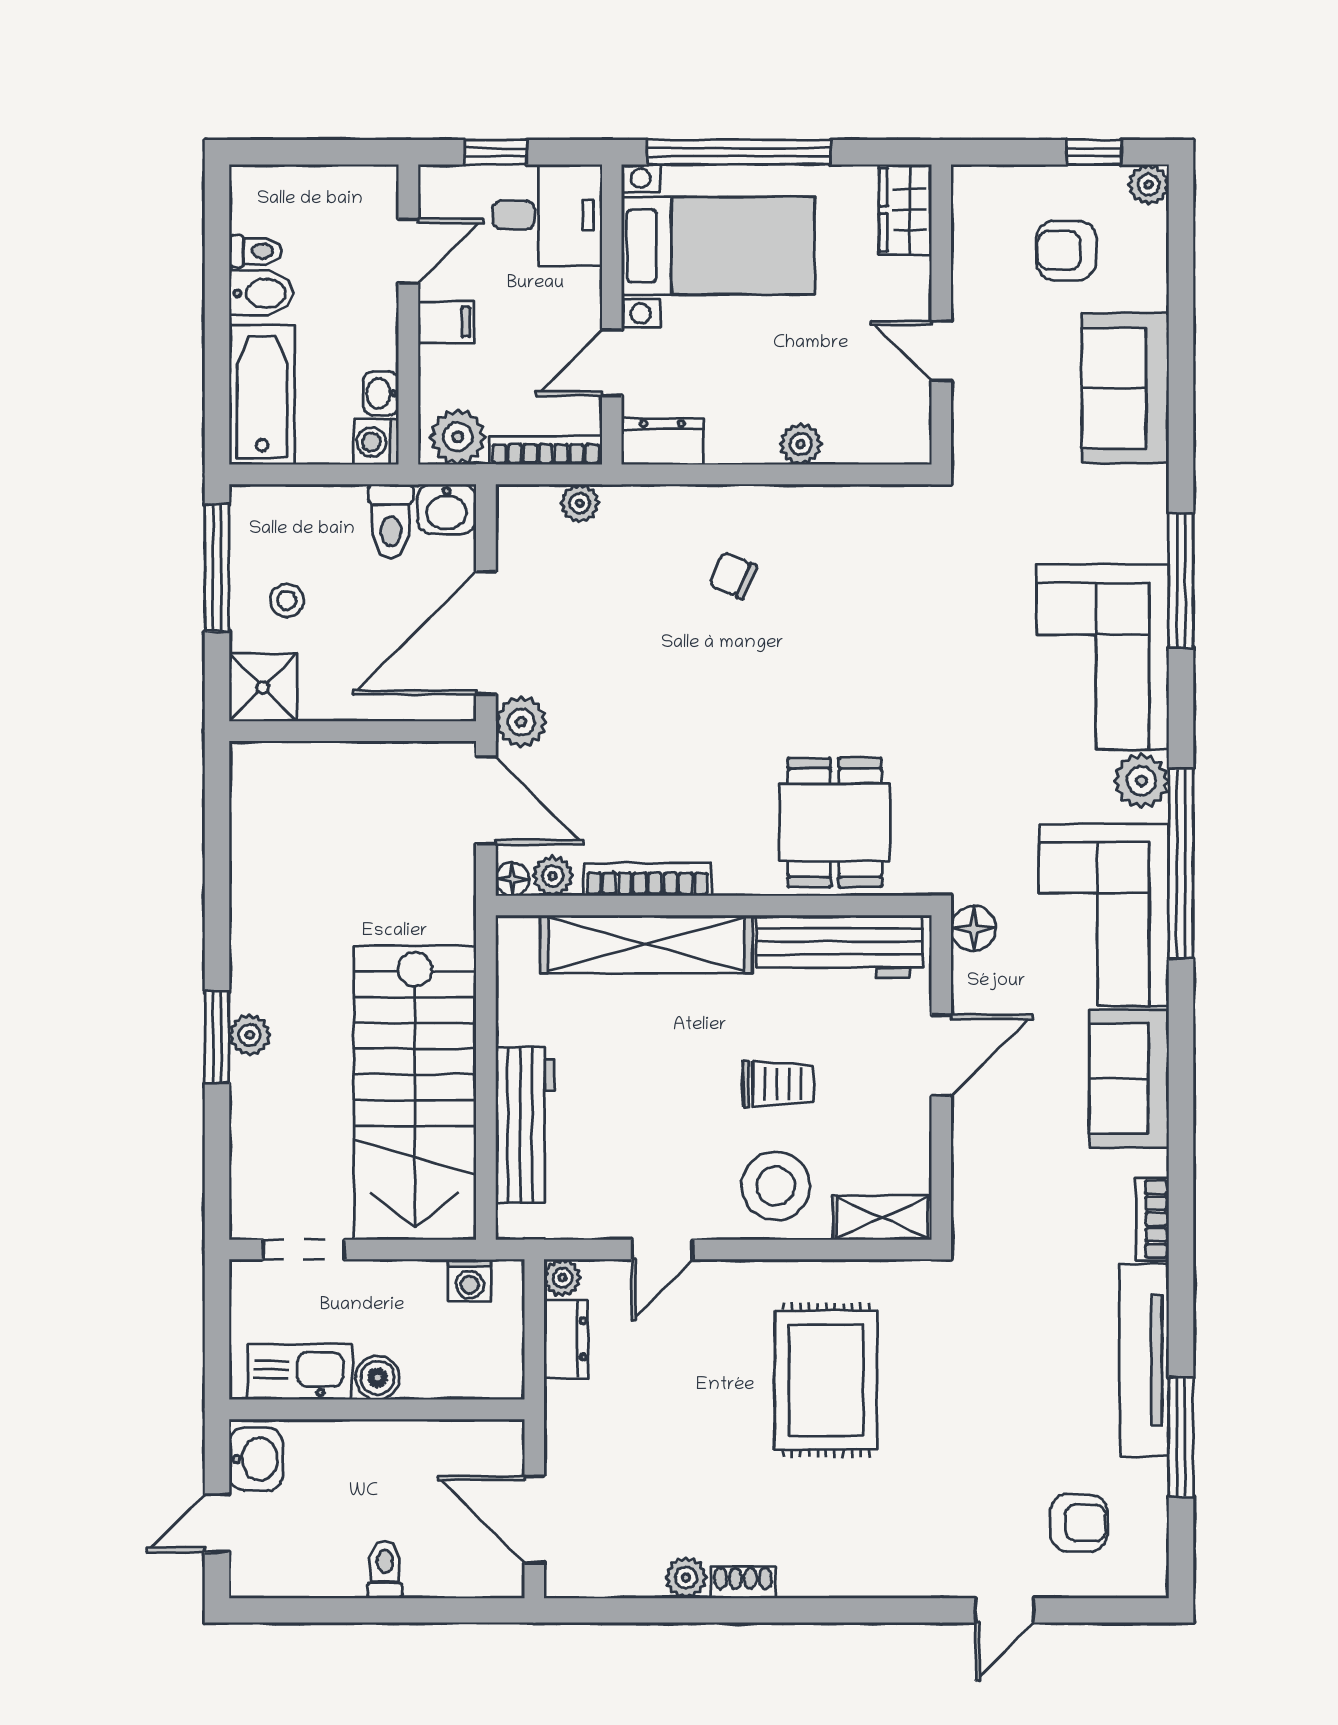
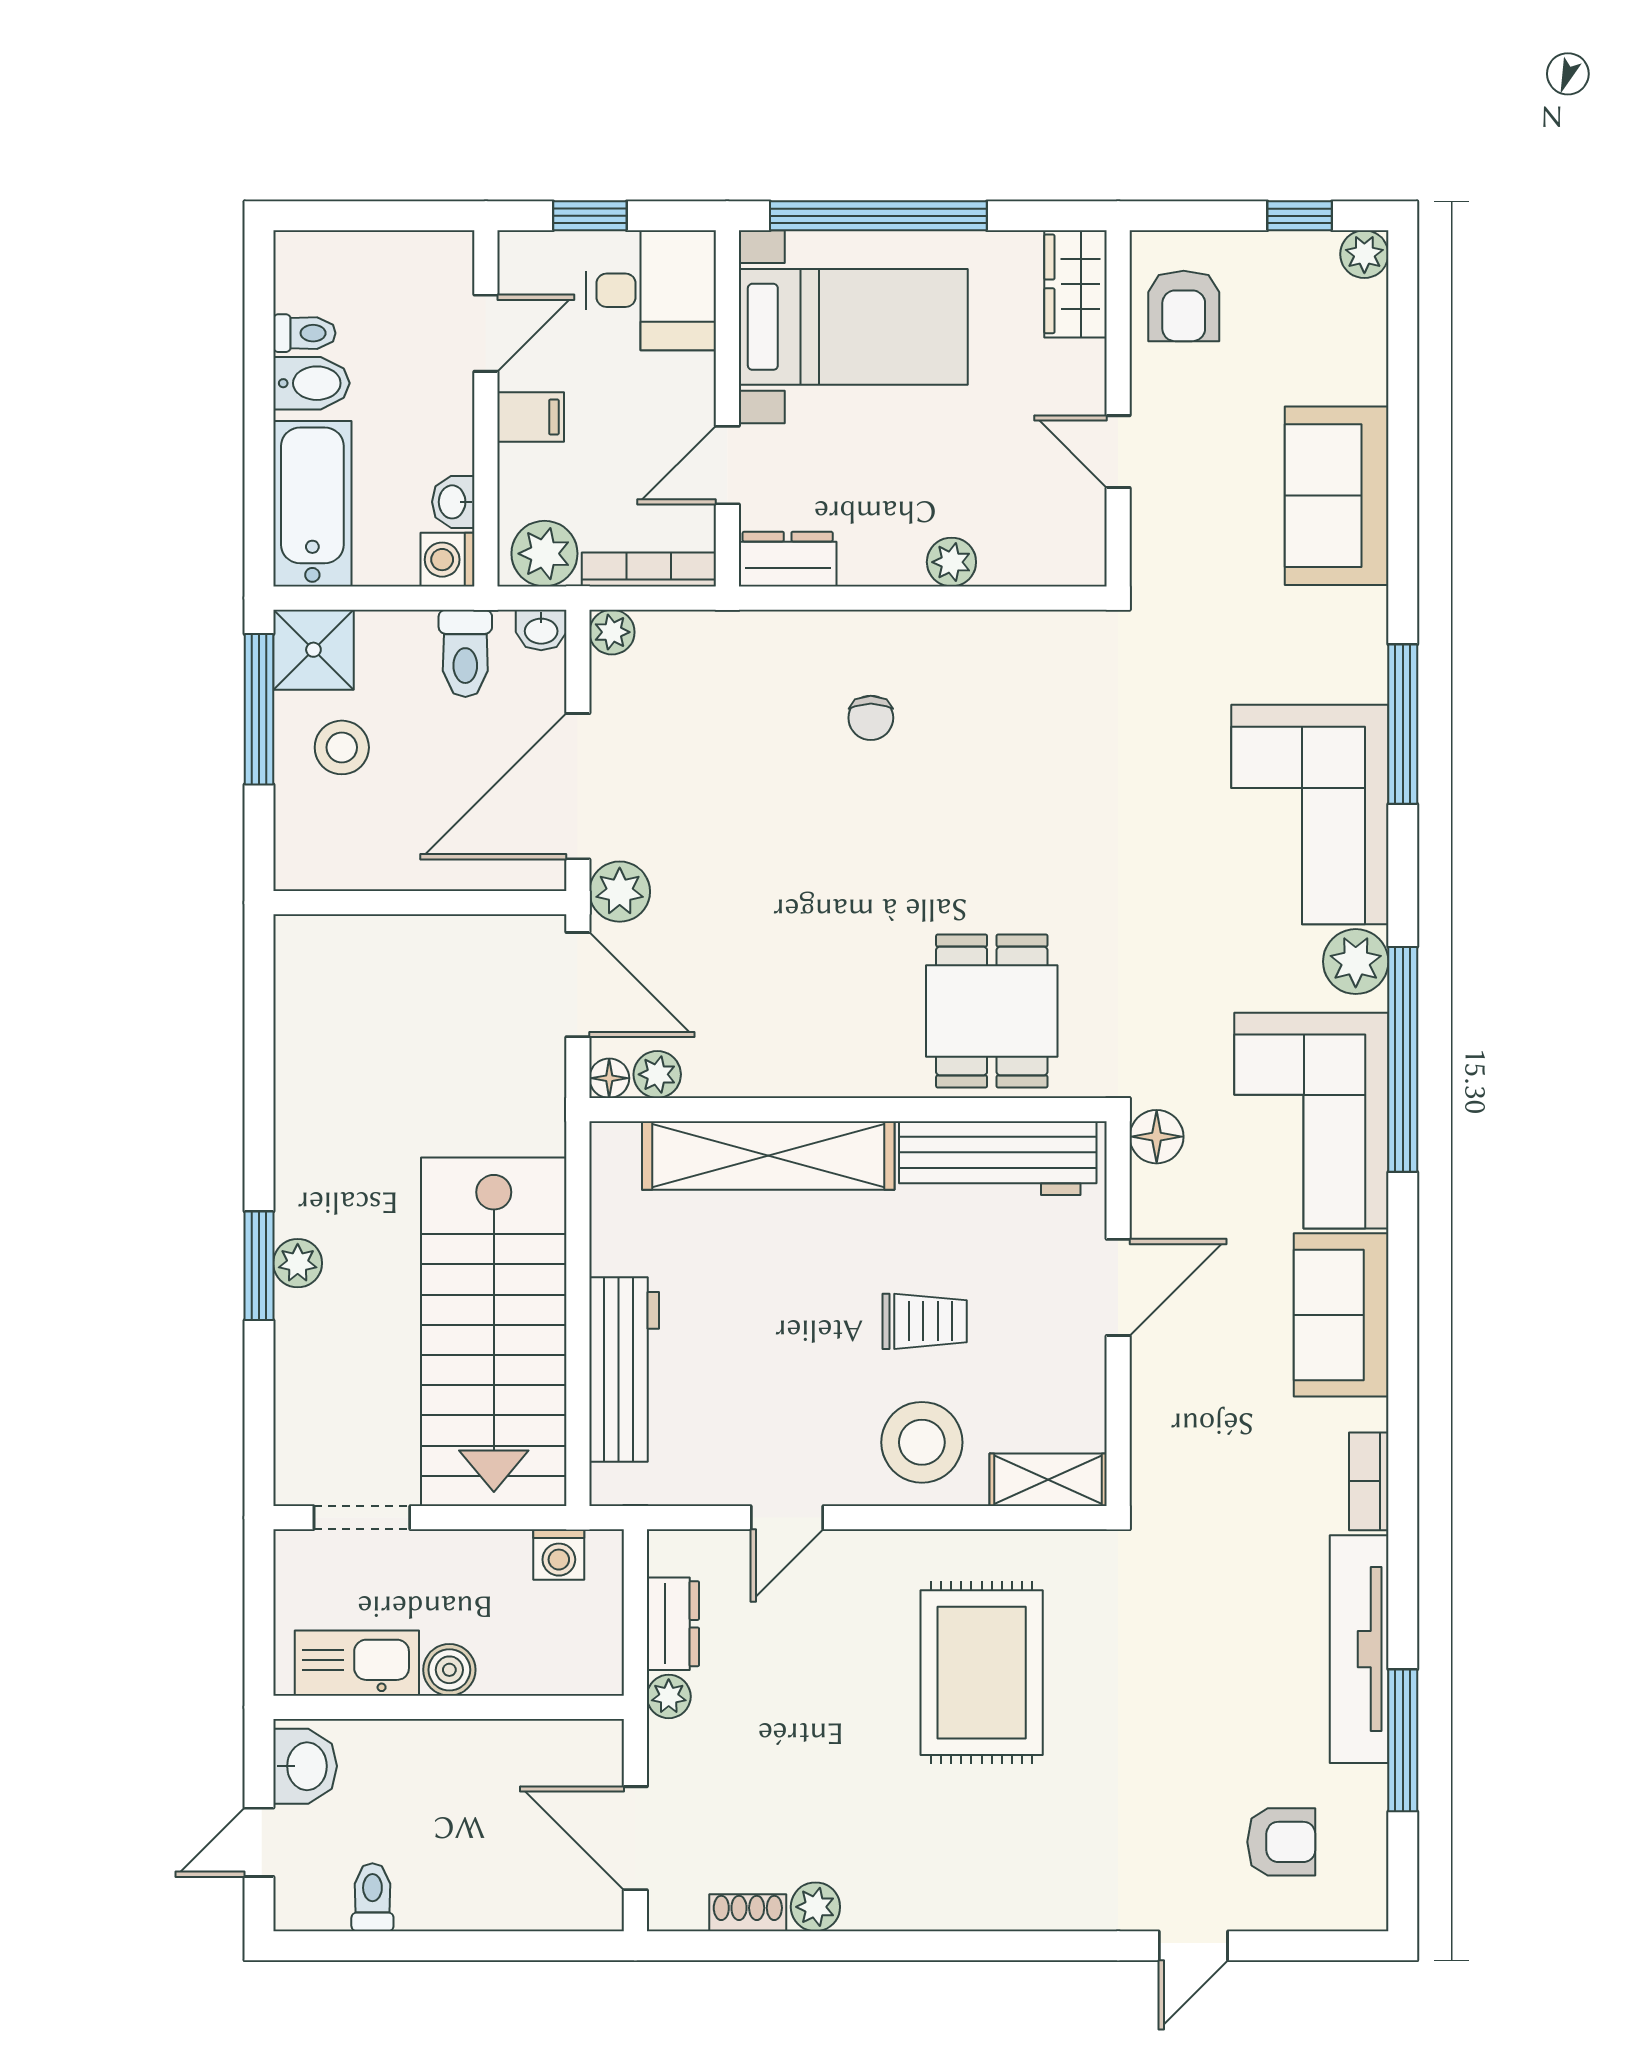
armchair: (1066, 250) -> (1184, 306), moved, turned -90
plant: (580, 503) -> (612, 632), moved
washbasin: (447, 509) -> (541, 630), width x0.72, depth x0.69
chair: (733, 575) -> (871, 718), turned -113
stool: (287, 600) -> (342, 747), width x1.37, depth x1.37
shower: (263, 688) -> (313, 650), moved
bookcase: (647, 880) -> (770, 1079), removed
plant: (562, 1278) -> (669, 1696), moved
toilet: (385, 1569) -> (372, 1897), moved
shoe rack: (743, 1583) -> (748, 1913), moved

